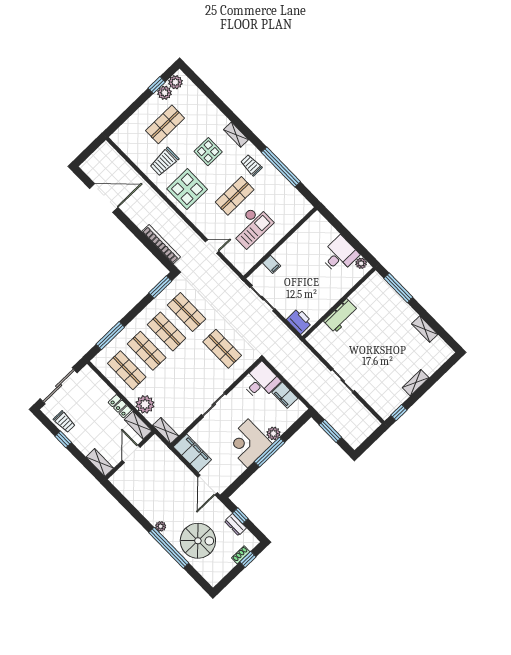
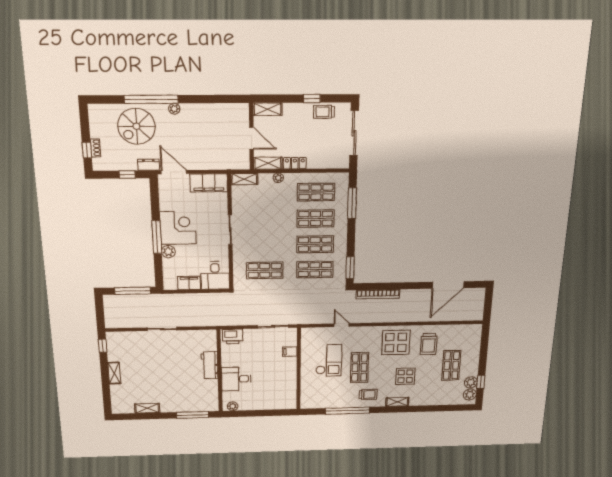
trolley: (164, 162) -> (429, 344), turned 180
checkout: (251, 226) -> (329, 361), turned 180
door: (212, 246) -> (342, 325), swing flipped
desk: (339, 255) -> (236, 379), moved, turned 90
plant: (145, 404) -> (278, 178), width x0.53, depth x0.53
window: (330, 431) -> (133, 291), width x1.44
dresser: (235, 525) -> (149, 165), moved

